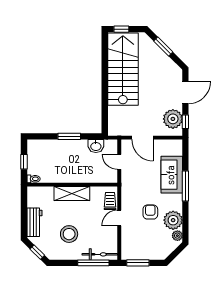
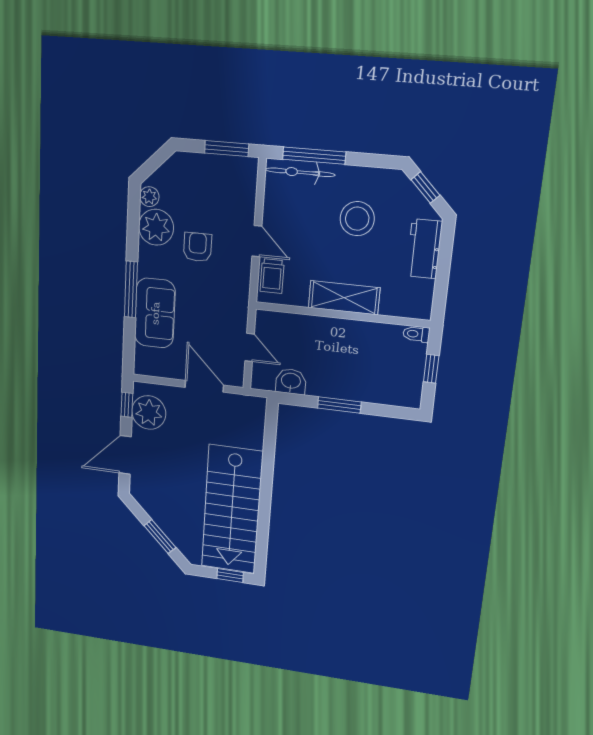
armchair: (150, 212) -> (198, 247), turned 180
door: (119, 218) -> (257, 241), hinge flipped

